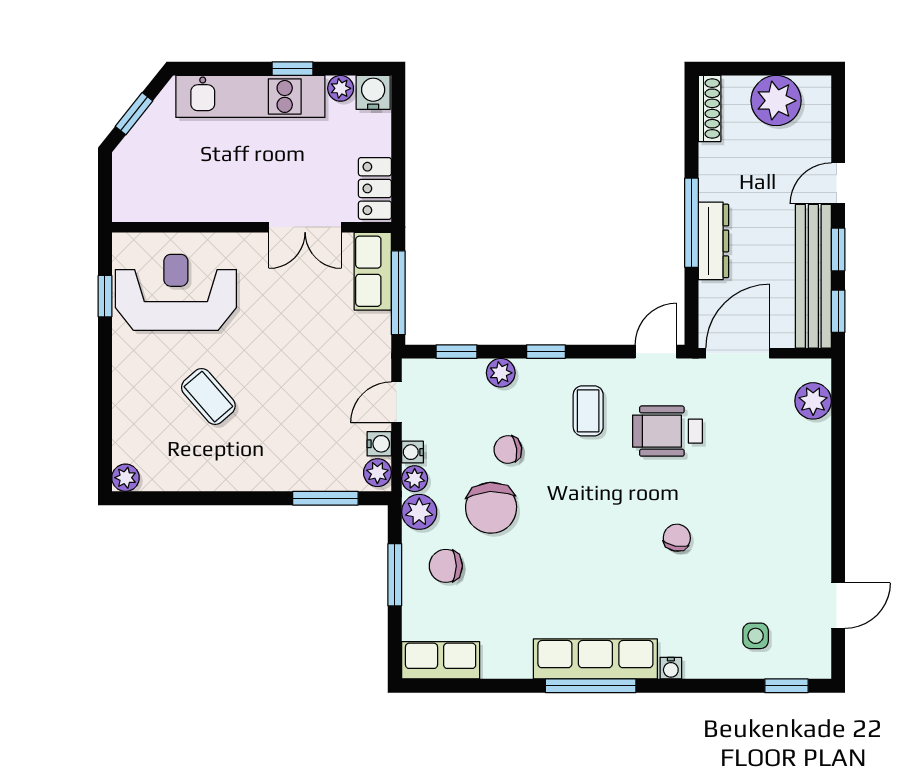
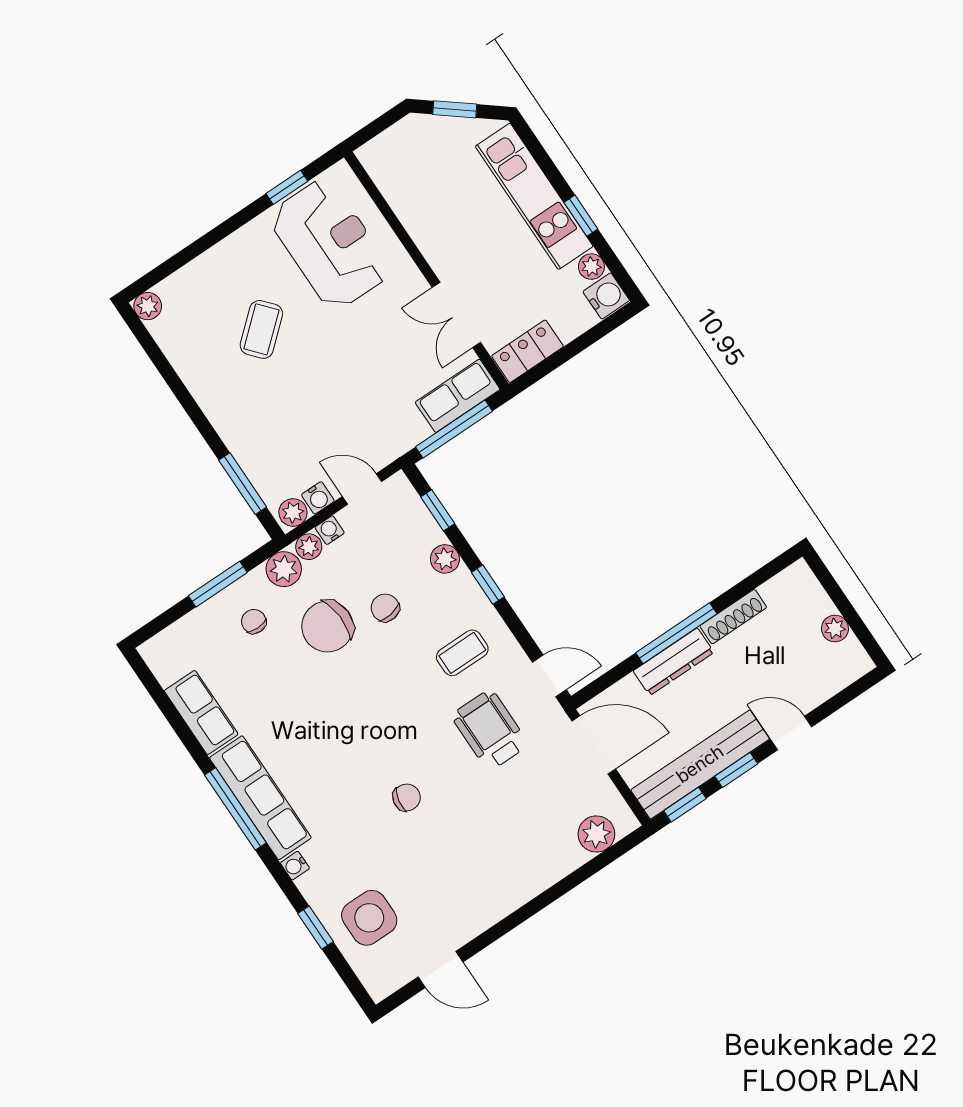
plant: (776, 101) -> (835, 629), width x0.53, depth x0.53
shoe rack: (710, 109) -> (733, 617), moved
chair: (446, 566) -> (254, 621), width x0.73, depth x0.73
side table: (756, 636) -> (369, 918), width x1.87, depth x1.87
row of seats: (441, 660) -> (201, 713), moved
window: (786, 686) -> (315, 928), moved

